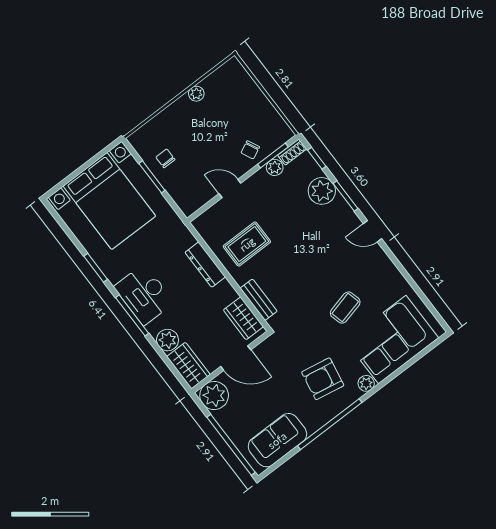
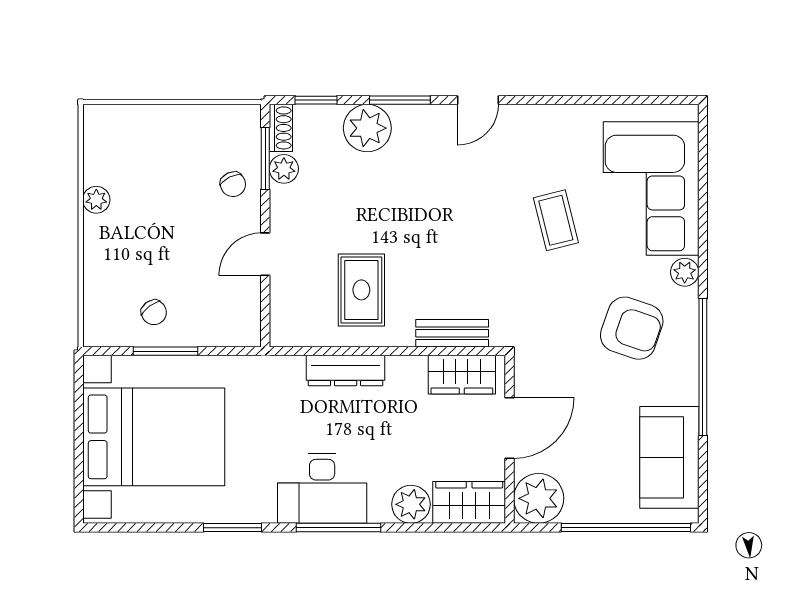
chair: (165, 158) -> (154, 312), turned -126
armchair: (323, 379) -> (632, 328), turned -81

